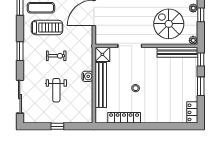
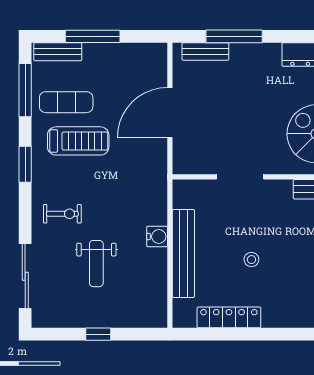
window: (20, 51) -> (25, 164), moved
shower: (102, 54) -> (187, 194), removed
exercise bike: (56, 56) -> (62, 214), moved

